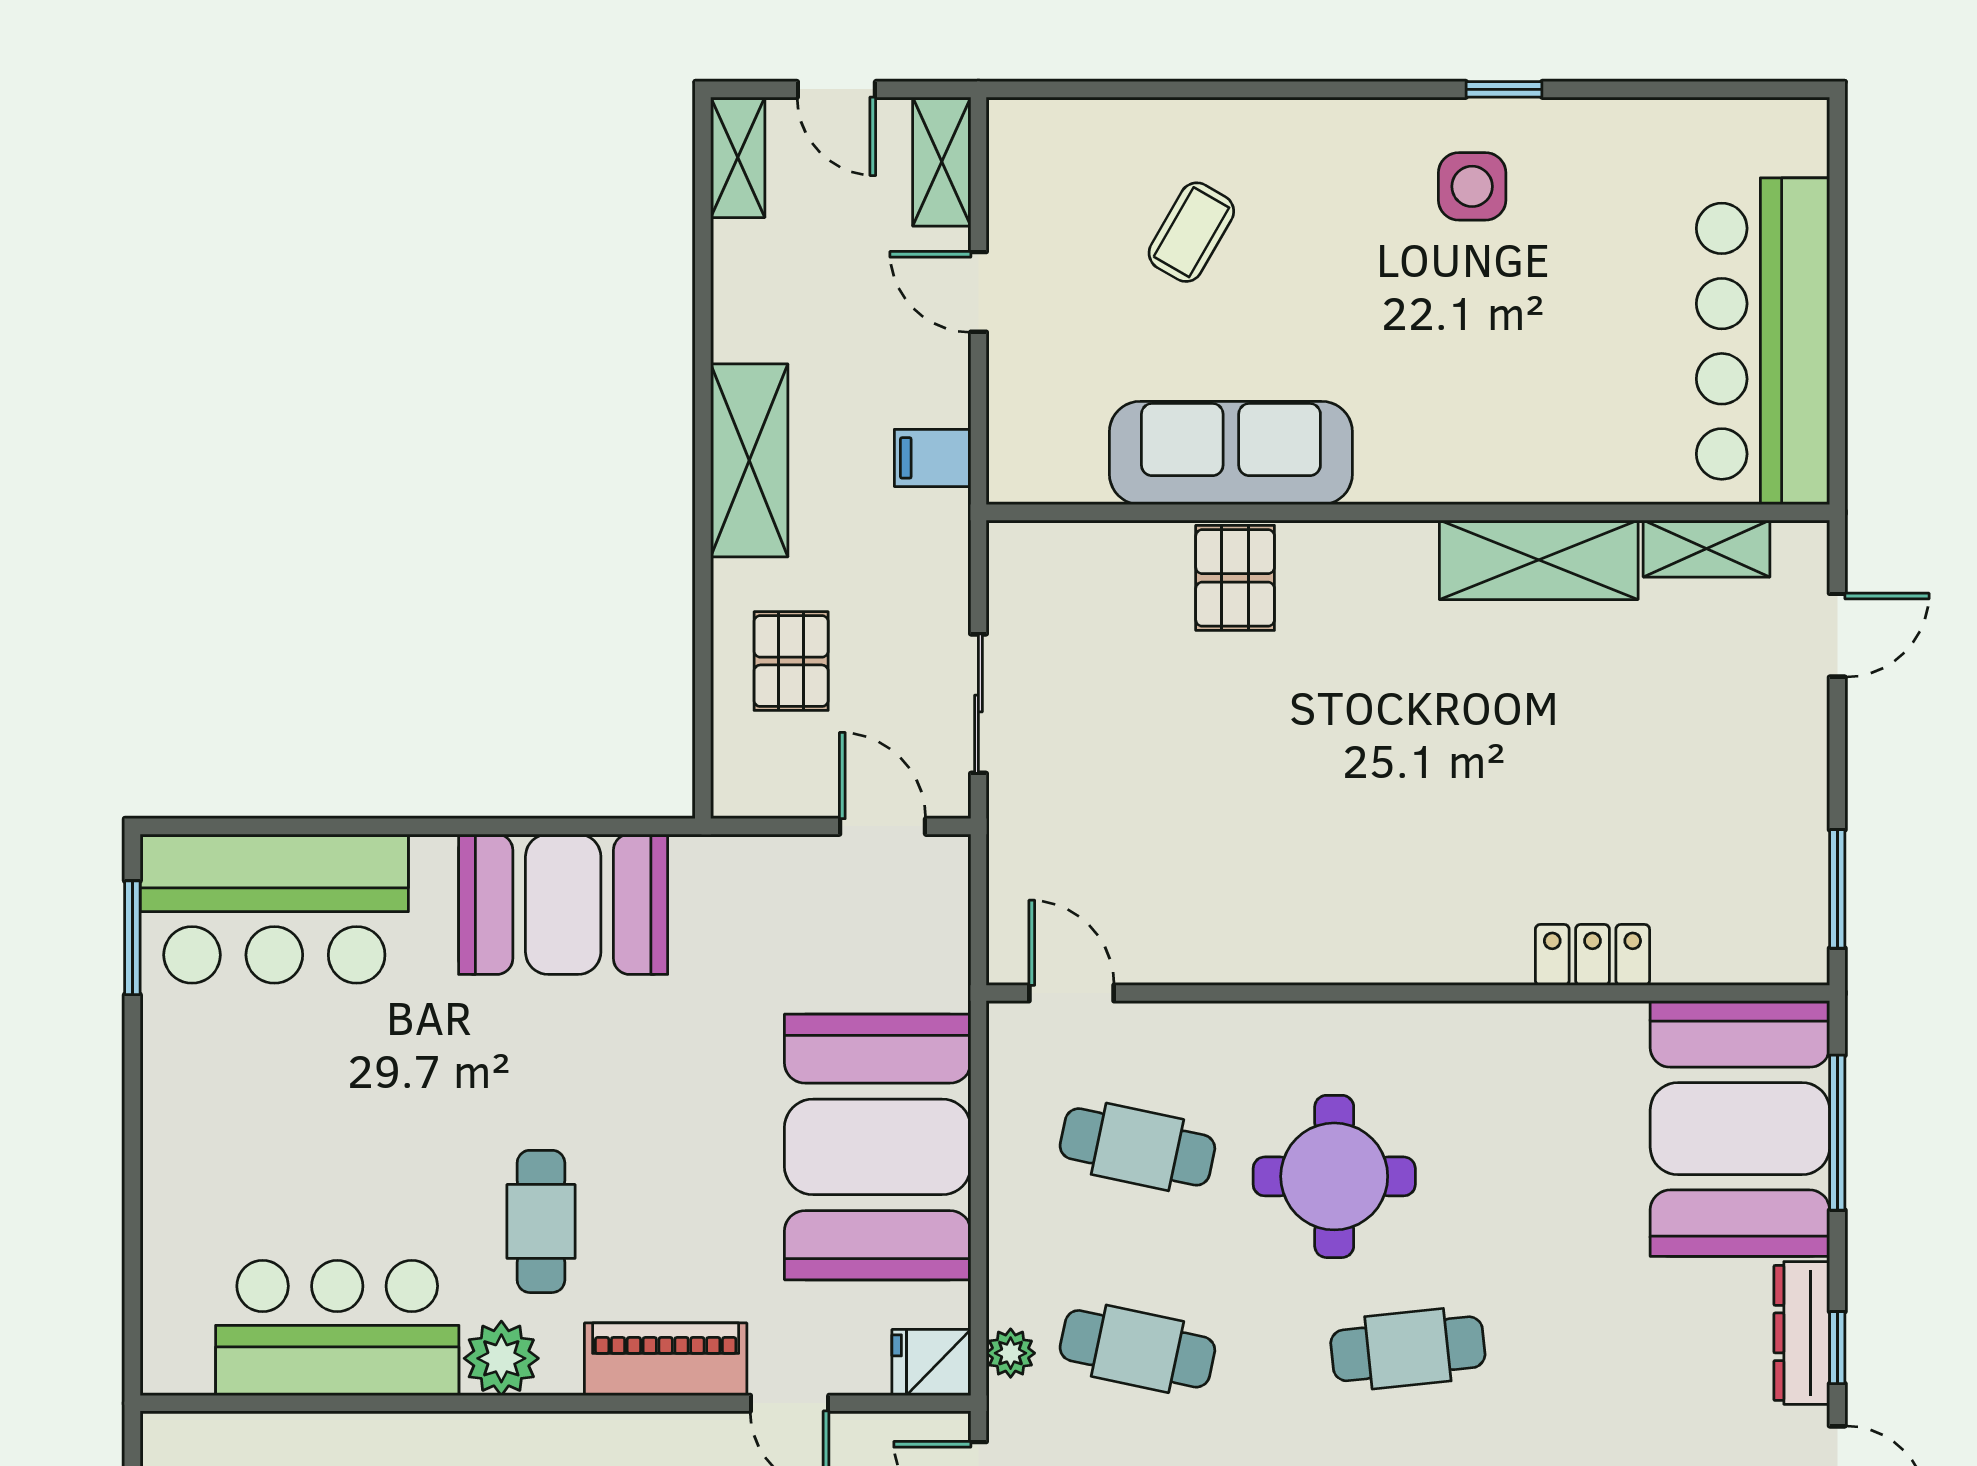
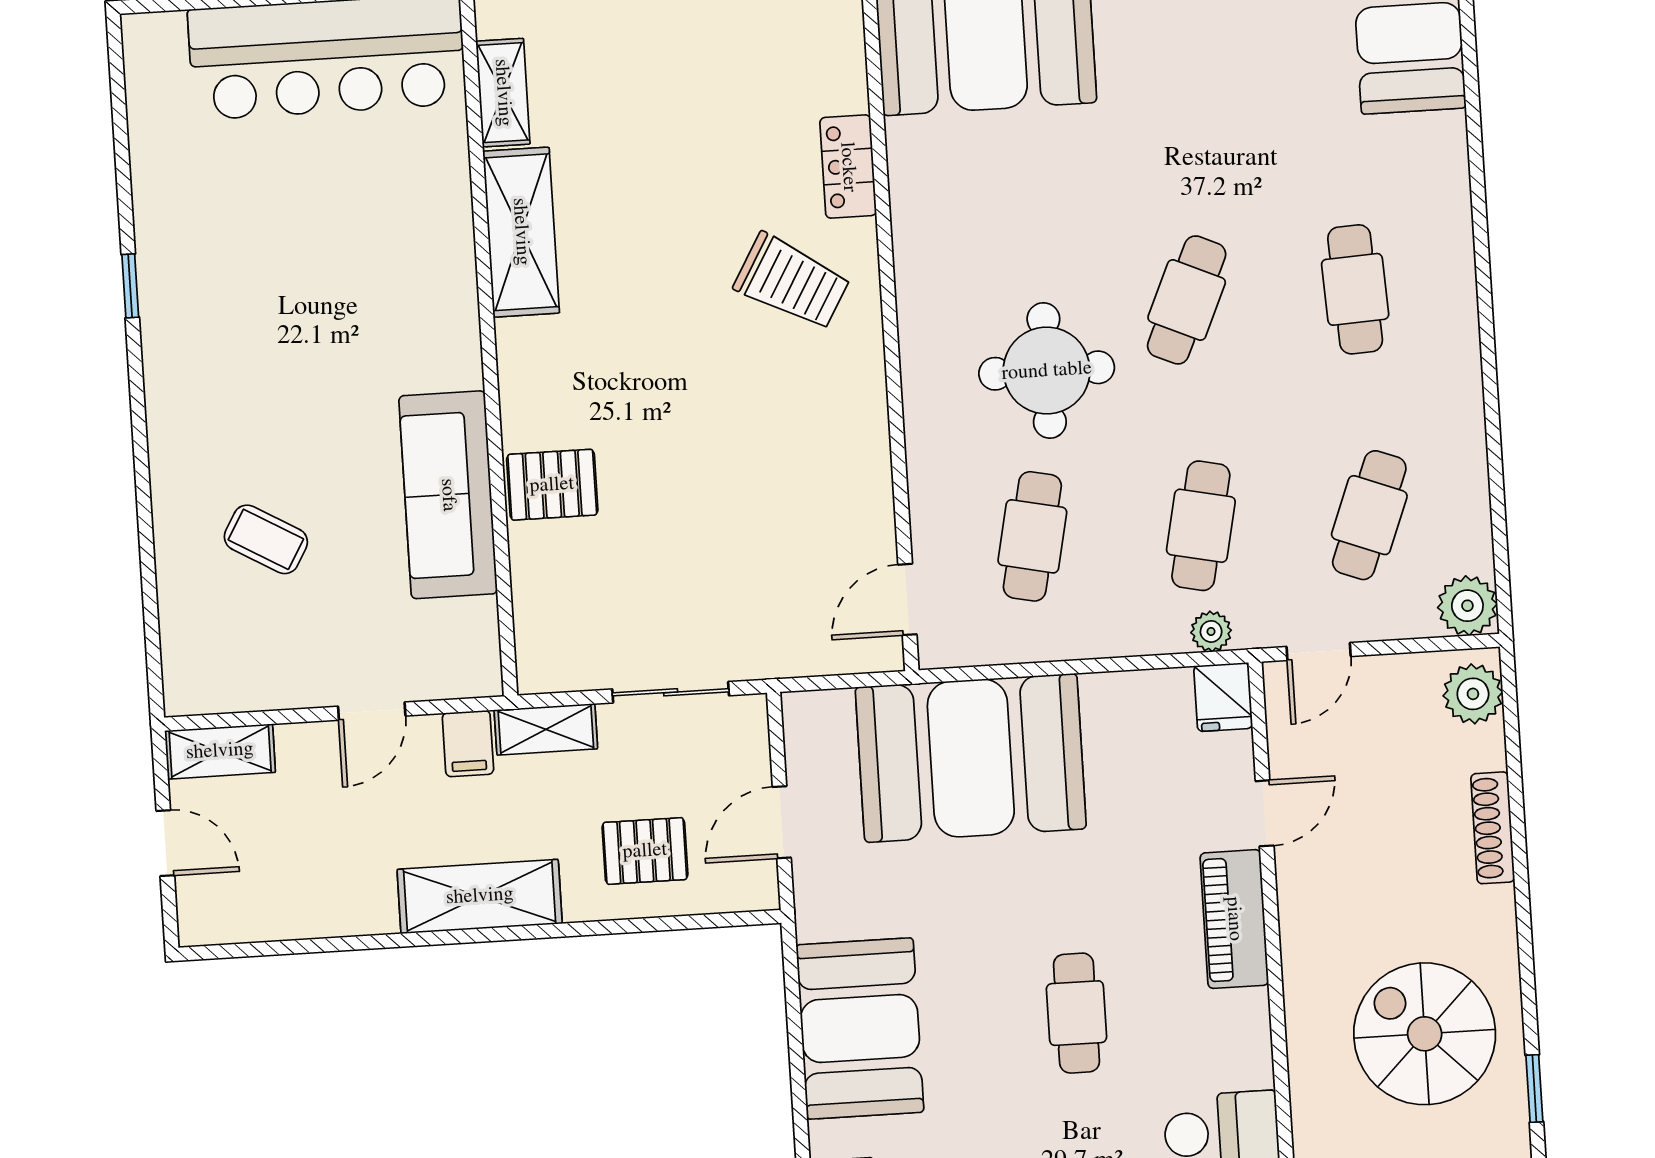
door: (836, 89) -> (165, 843), hinge flipped
shelving: (738, 157) -> (546, 729), moved
side table: (1472, 186) -> (213, 307), removed
door: (978, 292) -> (372, 711), moved
door: (883, 826) -> (782, 822), moved
trolley: (1459, 879) -> (792, 282), added
booth: (878, 1147) -> (971, 758), moved
cafe table: (541, 1221) -> (1076, 1013), moved, turned 90
cafe table: (1408, 1349) -> (1187, 300), turned 30
plant: (501, 1358) -> (1242, 1056), removed

